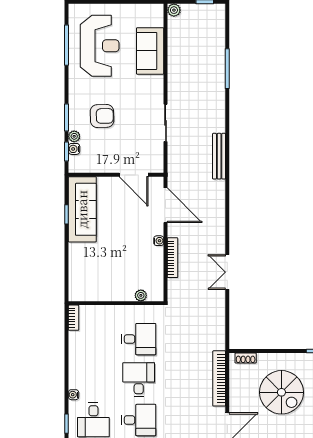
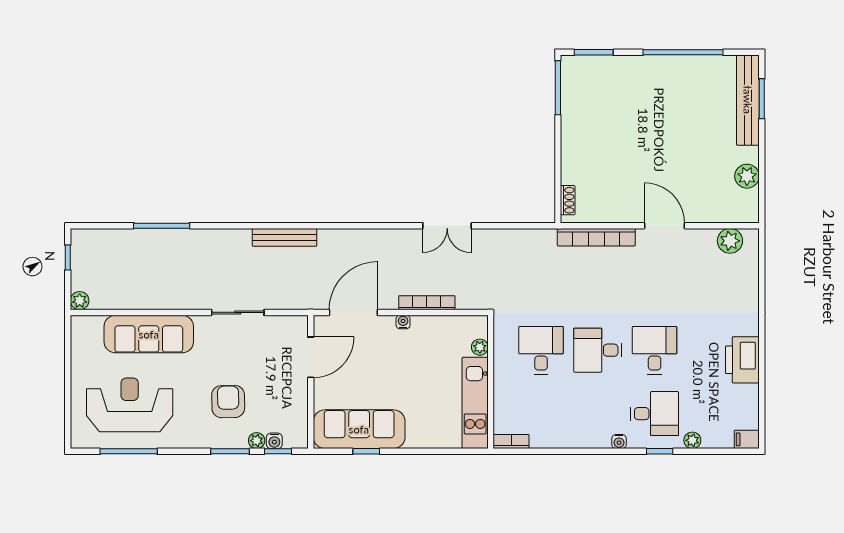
sofa: (150, 51) -> (149, 334), width x1.36
kitchen unit: (101, 292) -> (475, 403), added
spiral stairs: (281, 392) -> (616, 150), removed

